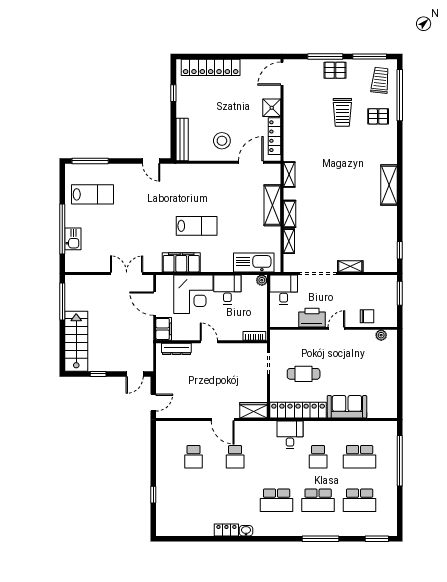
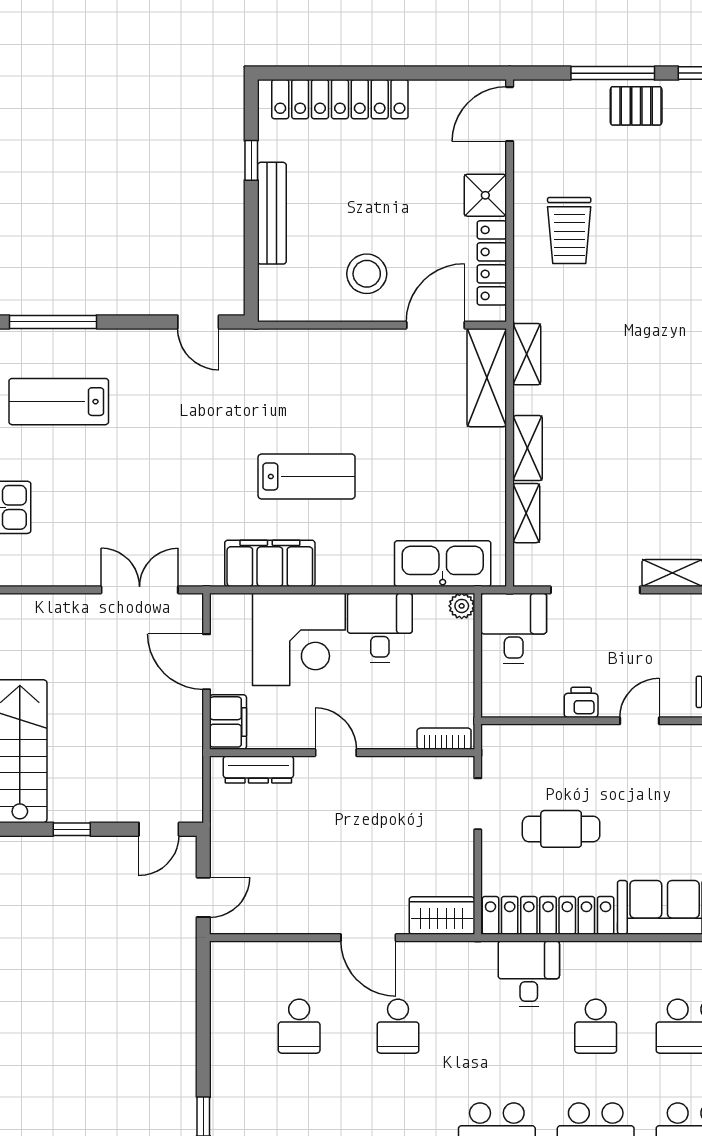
trolley: (342, 112) -> (569, 231), moved
bench: (182, 140) -> (272, 213), moved
lab bench: (93, 194) -> (59, 402), turned 180
shelving: (272, 205) -> (487, 378), moved
printer: (312, 318) -> (581, 702), width x0.53, depth x0.68

